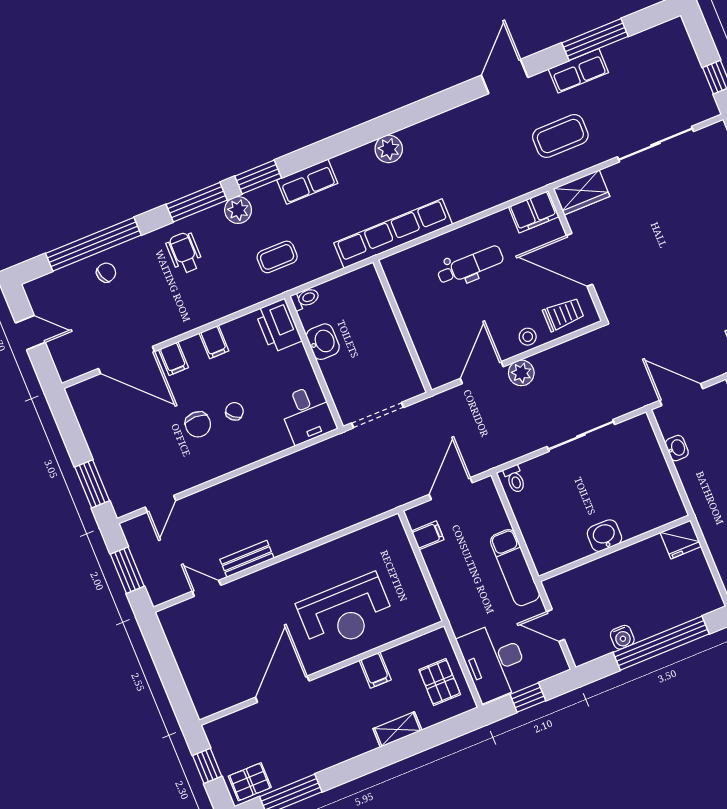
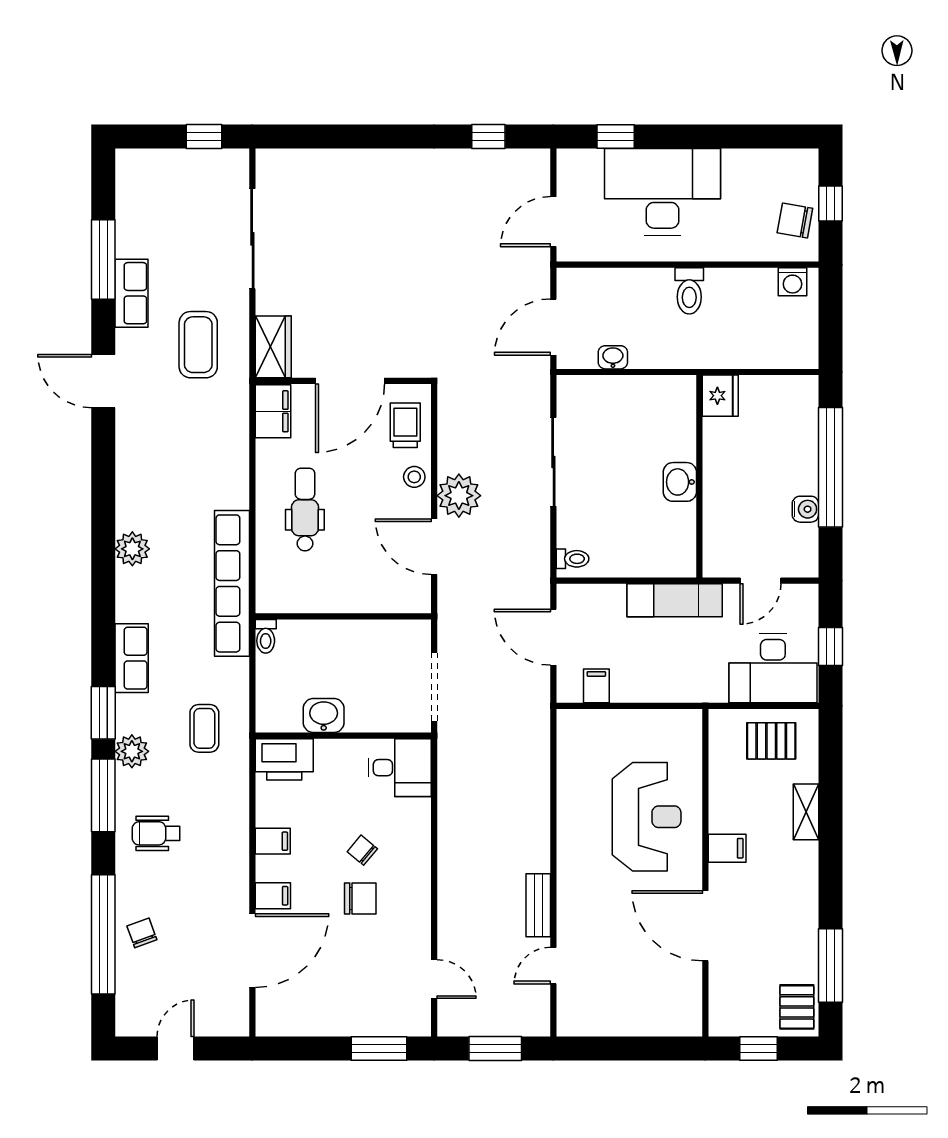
toilet: (305, 299) -> (266, 636), moved, turned 180
plant: (521, 373) -> (459, 496), width x1.36, depth x1.36
filing cabinet: (375, 670) -> (727, 848), moved

